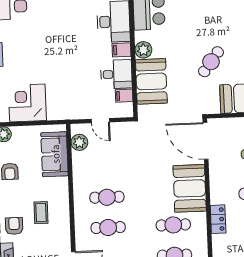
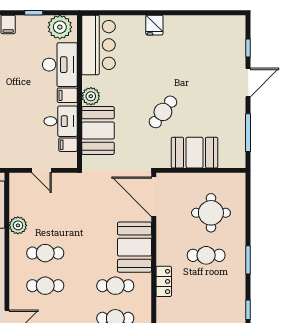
plant: (79, 142) -> (18, 225), moved

